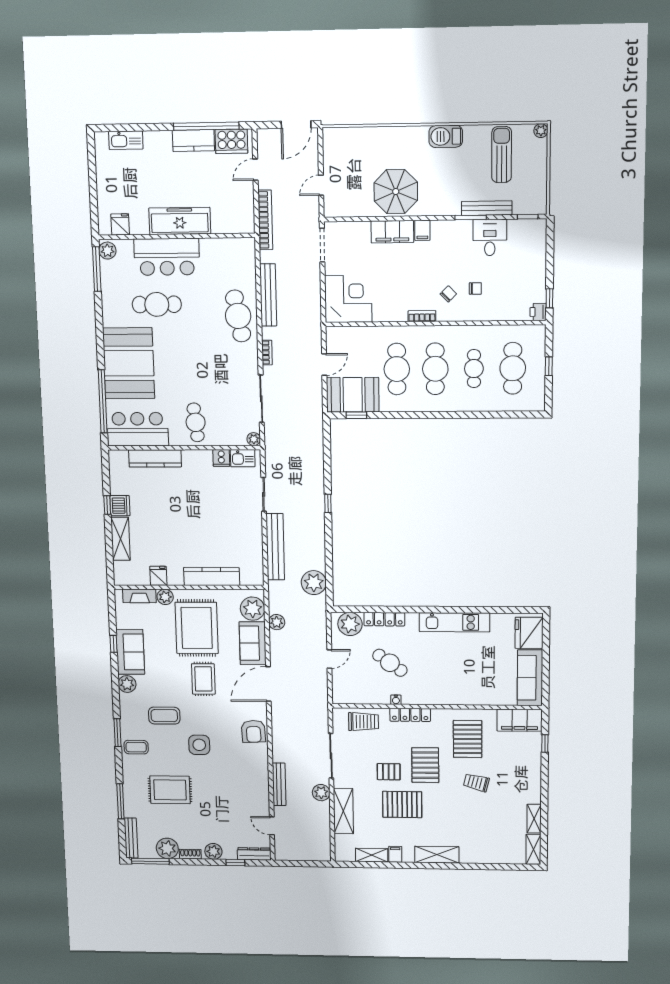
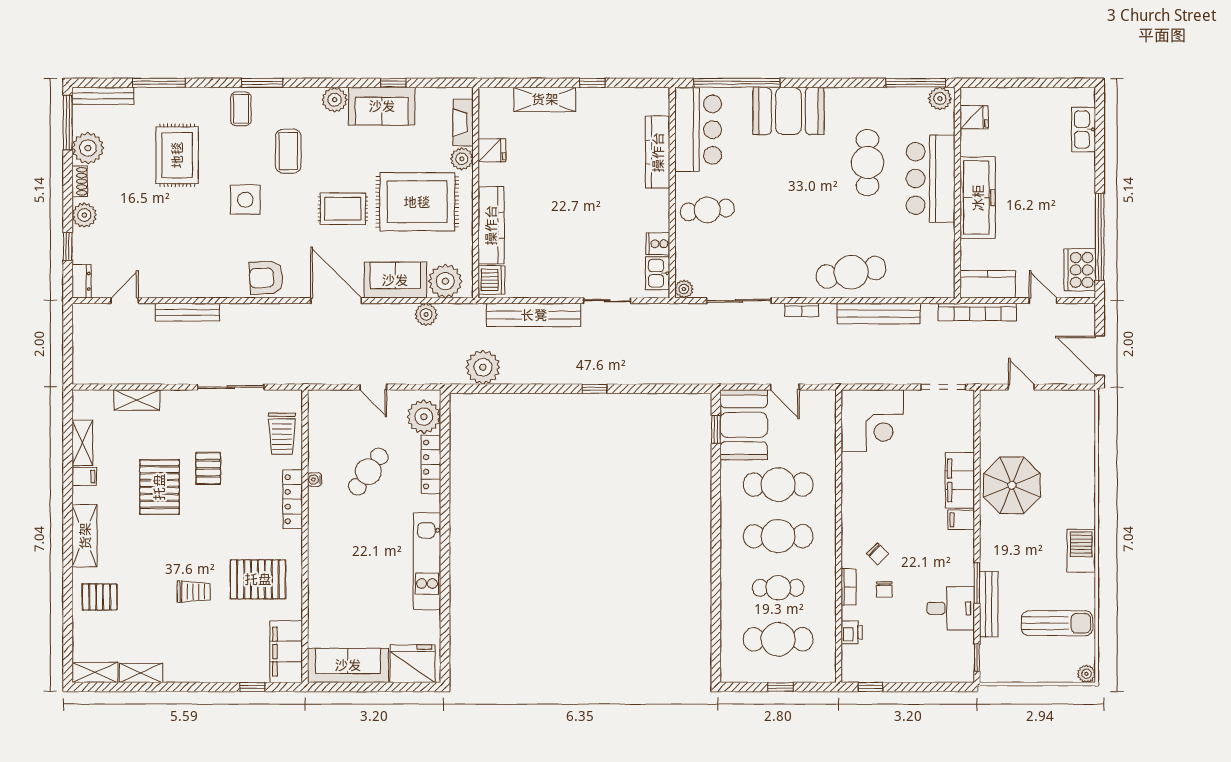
kitchen counter: (193, 140) -> (988, 284), moved, turned 90
printer: (538, 312) -> (852, 632), moved, turned 90
bookcase: (422, 316) -> (849, 587), moved
booth: (129, 363) -> (788, 111), width x0.73, depth x0.70
dishwasher: (120, 506) -> (492, 280), moved, turned -90
pallet: (425, 765) -> (100, 597), moved, width x0.67, depth x0.71
trolley: (476, 783) -> (194, 592), turned 76
plant: (321, 793) -> (176, 372), removed
shelving: (343, 811) -> (137, 400), width x0.67, depth x0.75
dresser: (254, 854) -> (81, 281), width x0.70

